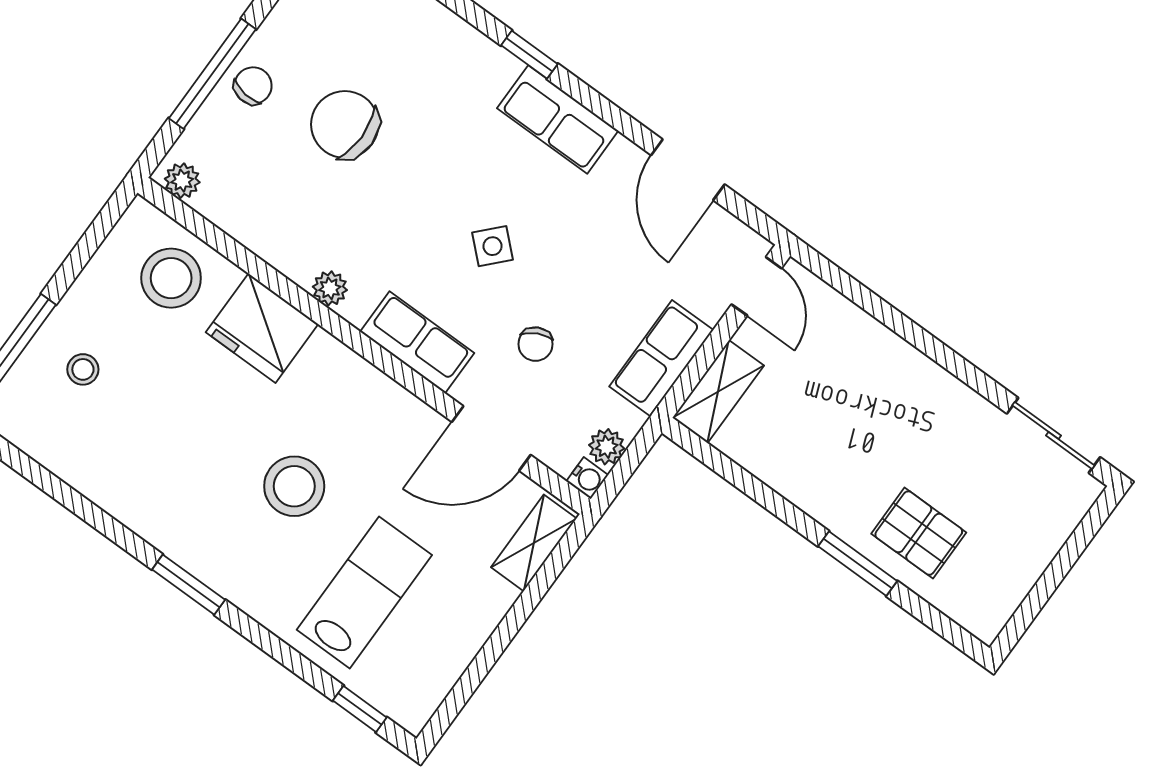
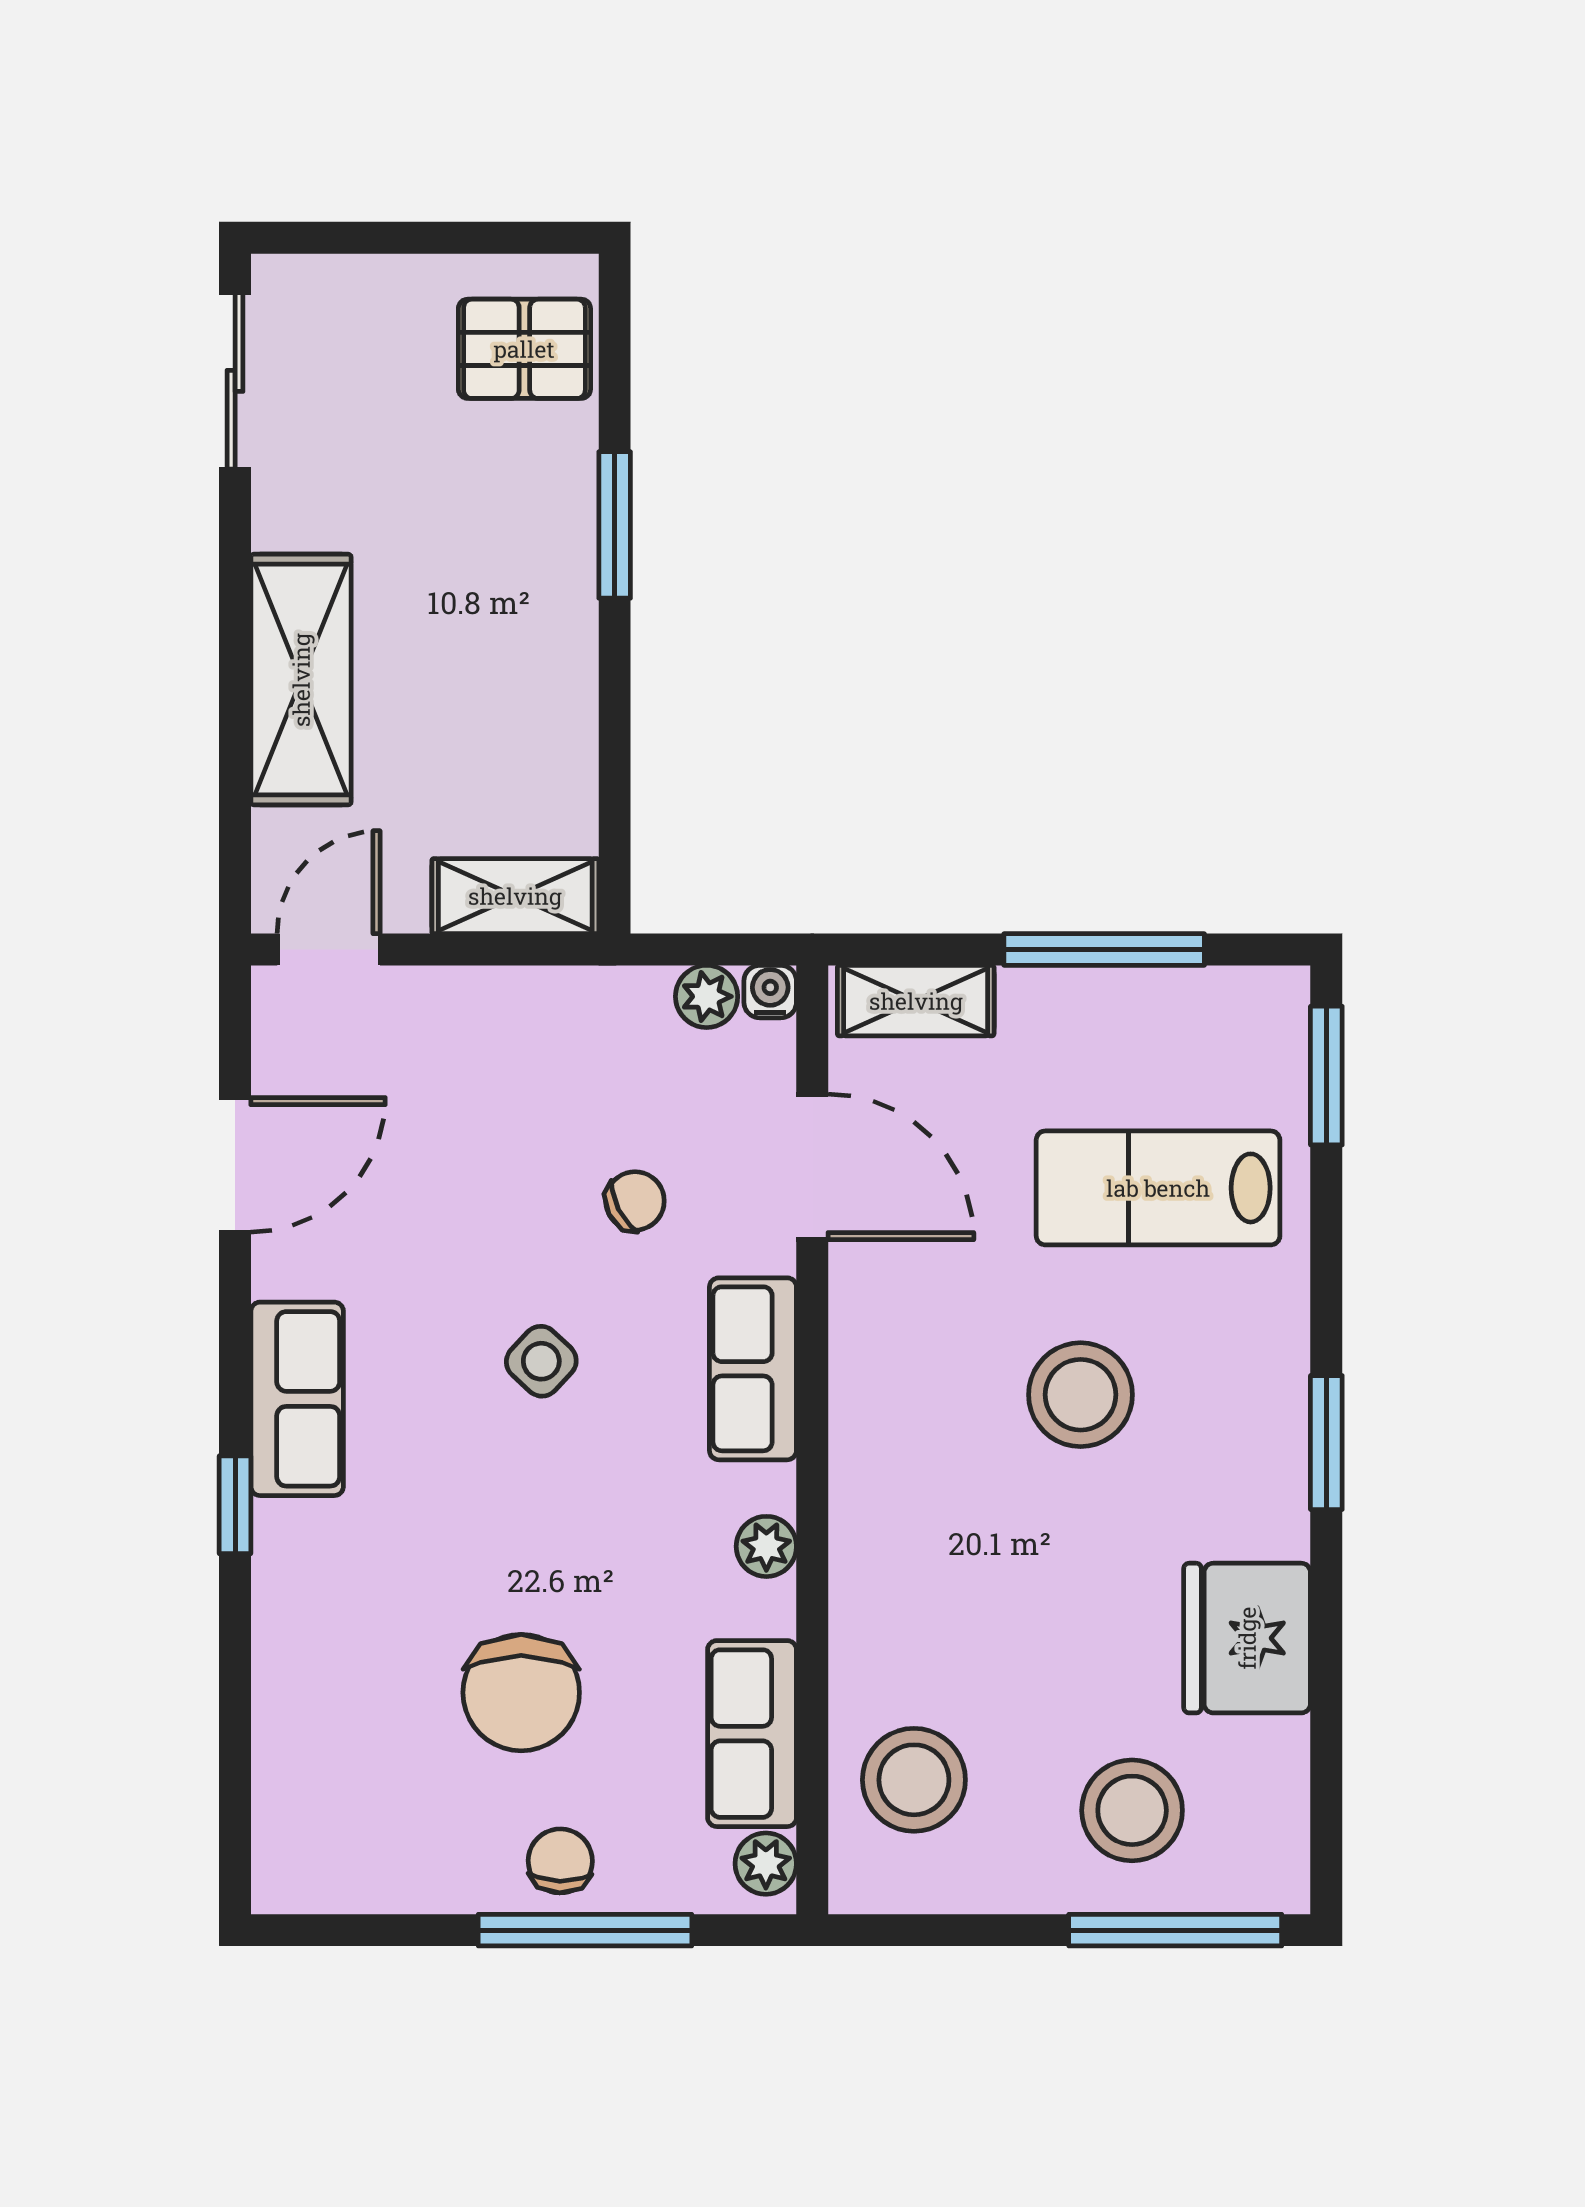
chair: (253, 86) -> (560, 1861), turned 84
fridge: (262, 328) -> (1247, 1638), moved, turned 180
row of seats: (661, 358) -> (752, 1734), moved, turned 90
shelving: (892, 365) -> (301, 680), added
stool: (83, 369) -> (1132, 1810), width x1.89, depth x1.89
pallet: (919, 533) -> (524, 349), moved, turned 90
window: (494, 648) -> (1104, 950), added
window: (360, 709) -> (1326, 1076), width x1.50

